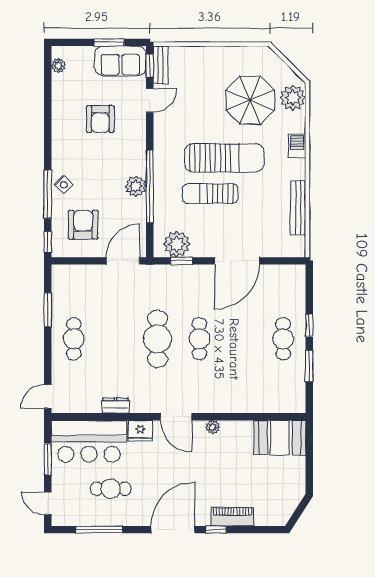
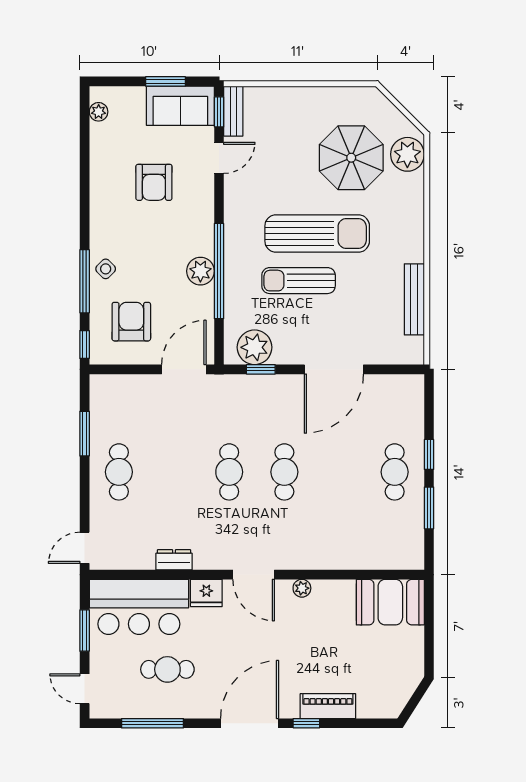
barbecue: (297, 146) -> (413, 218), removed
cafe table: (157, 339) -> (229, 472), width x0.73, depth x0.74

